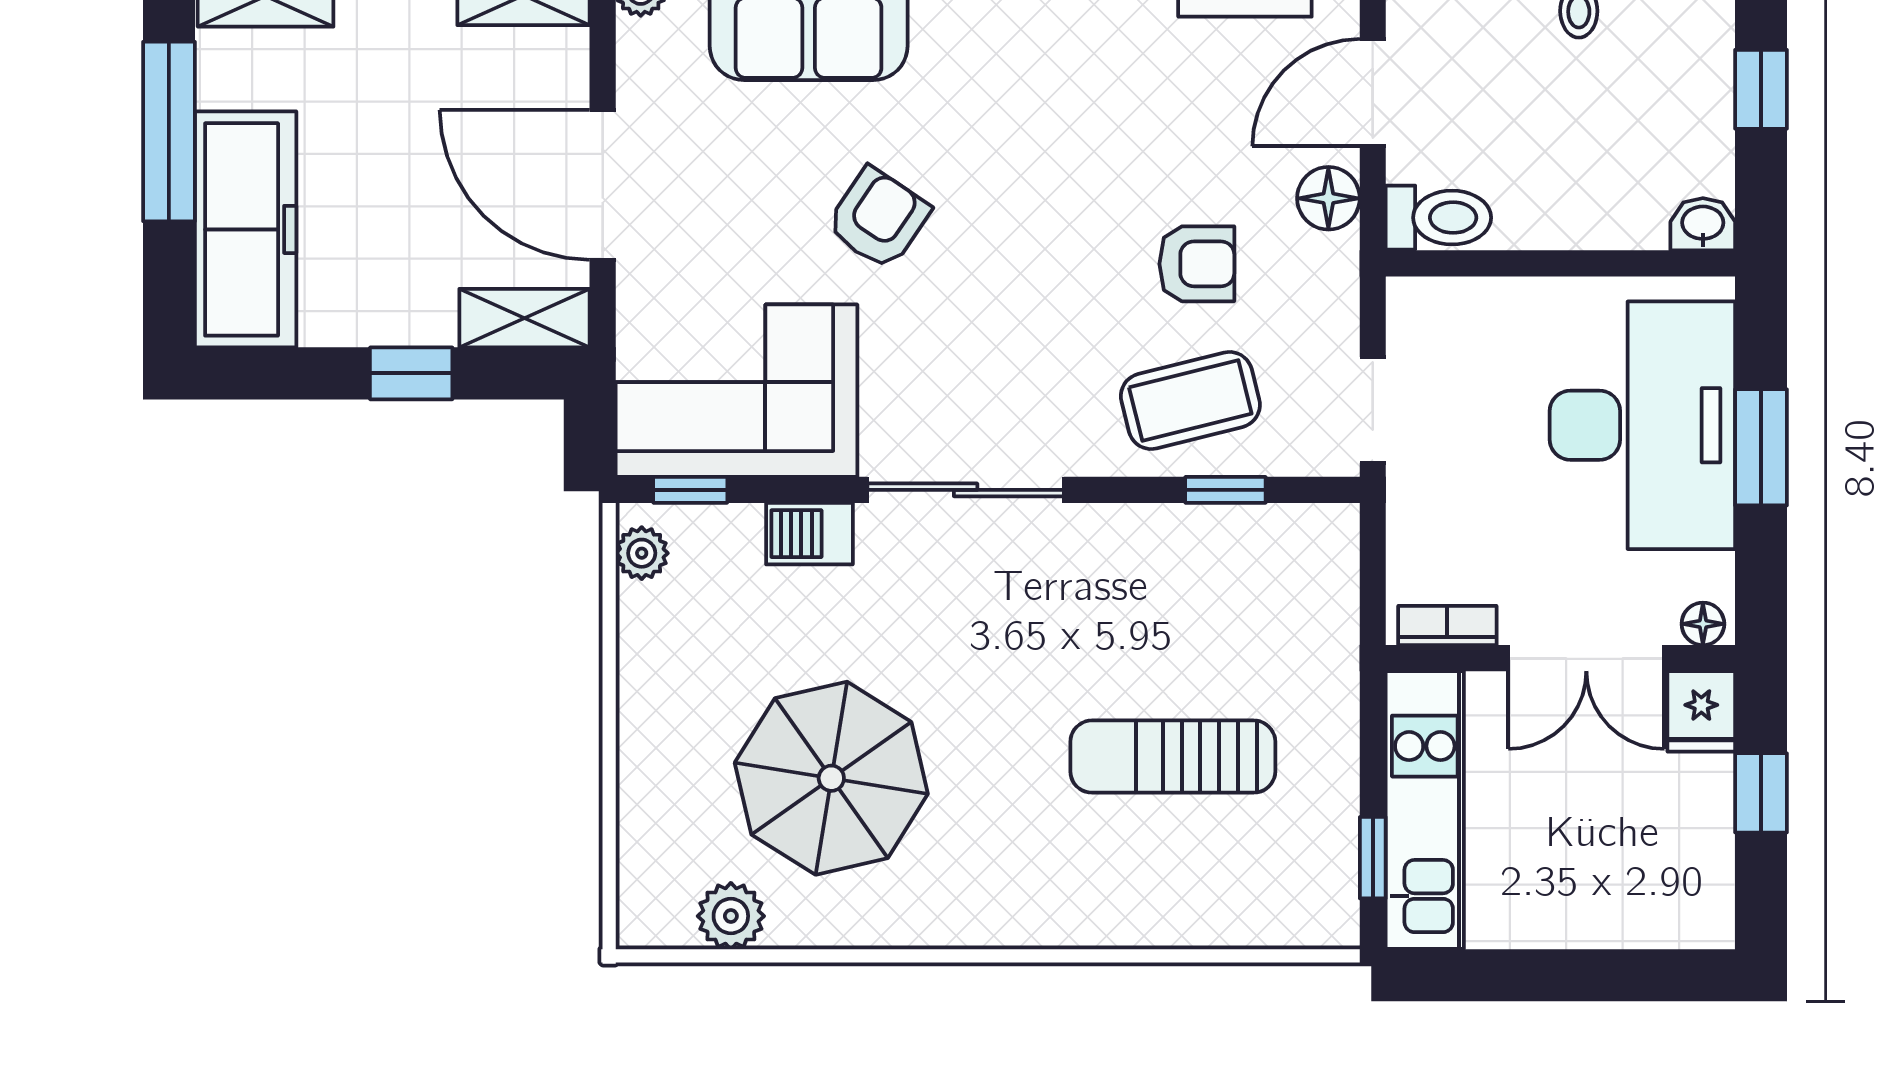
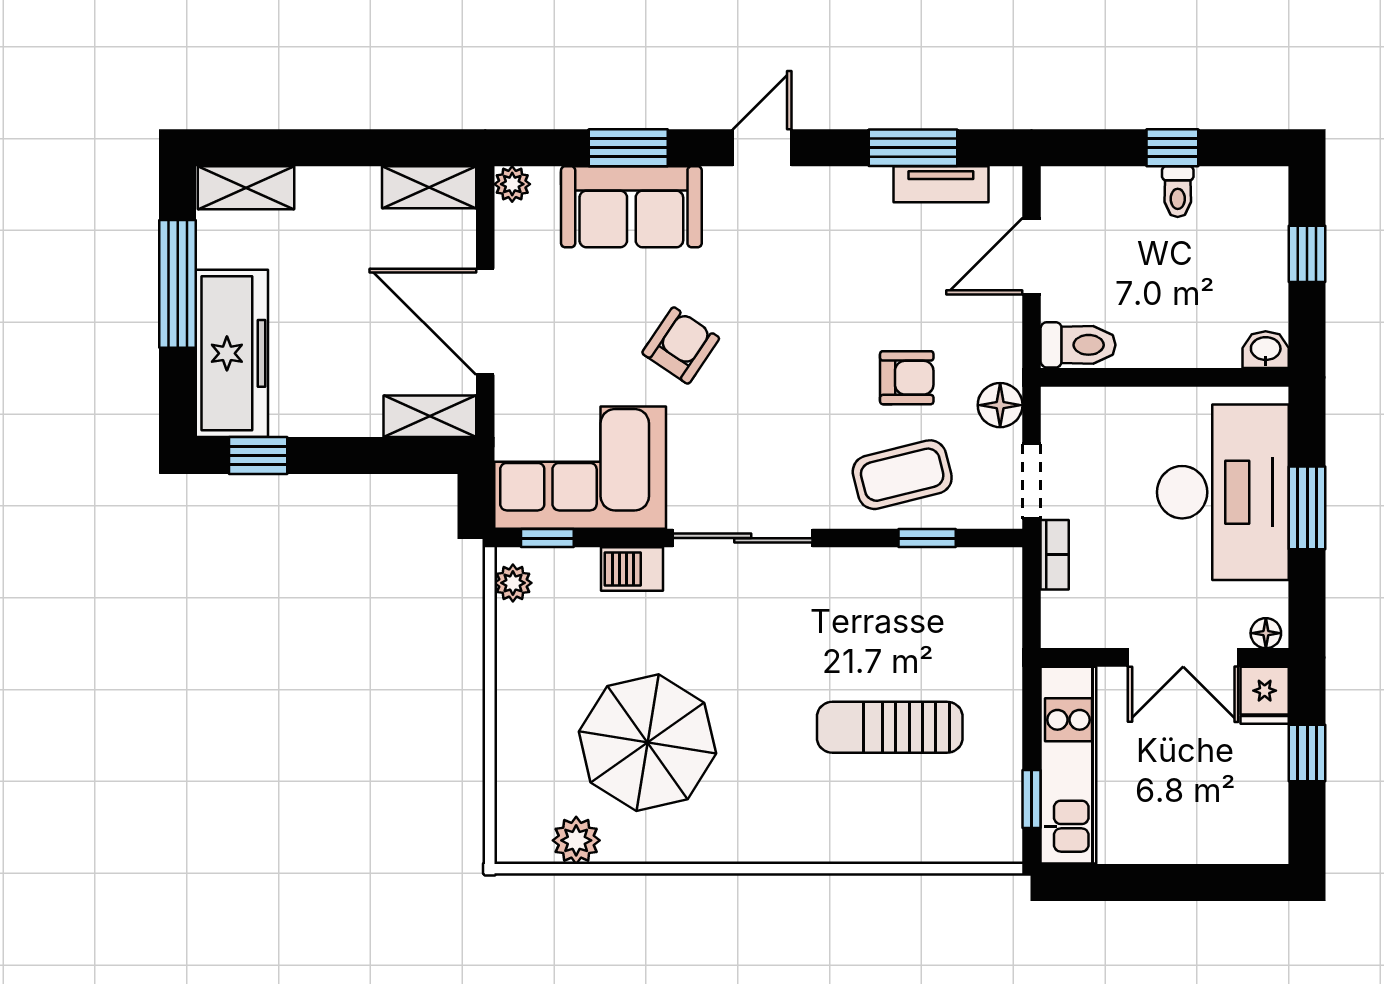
floor lamp: (1328, 198) -> (1000, 405), moved
window: (411, 373) -> (258, 455), moved
bookcase: (1447, 626) -> (1055, 555), moved, turned 90

